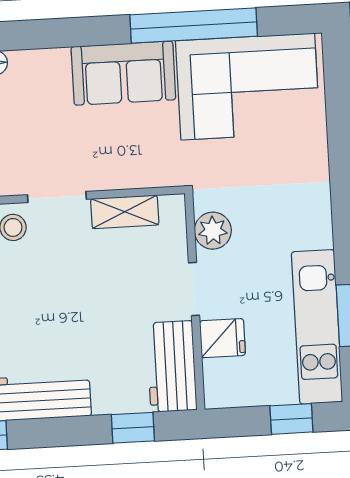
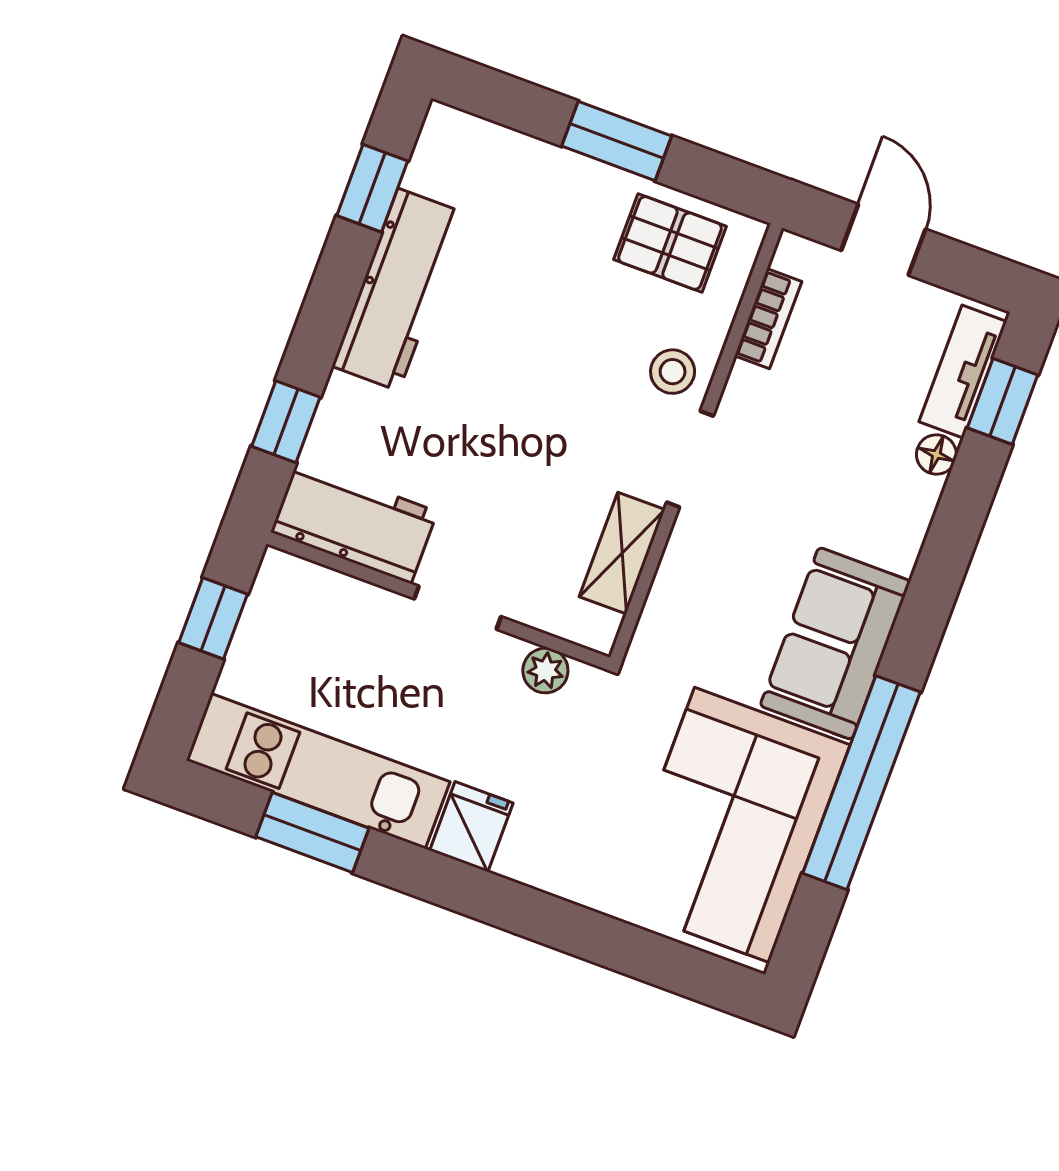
plant: (213, 231) -> (545, 670), width x0.73, depth x0.73
fridge: (222, 338) -> (471, 827), moved, turned 180
window: (291, 419) -> (213, 618), moved

